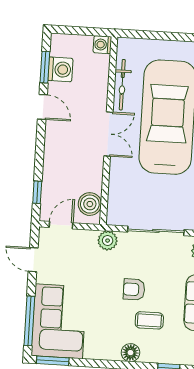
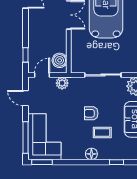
plant: (108, 241) -> (62, 83), moved

